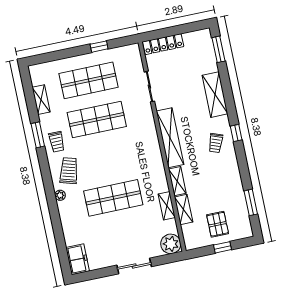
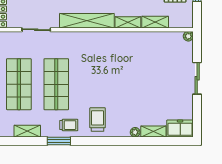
trolley: (69, 171) -> (98, 119), turned 74
plant: (60, 195) -> (135, 132), moved
shop shelf: (113, 198) -> (131, 84), removed
shelving: (167, 206) -> (153, 132), moved
plant: (171, 244) -> (188, 36), width x0.53, depth x0.53

